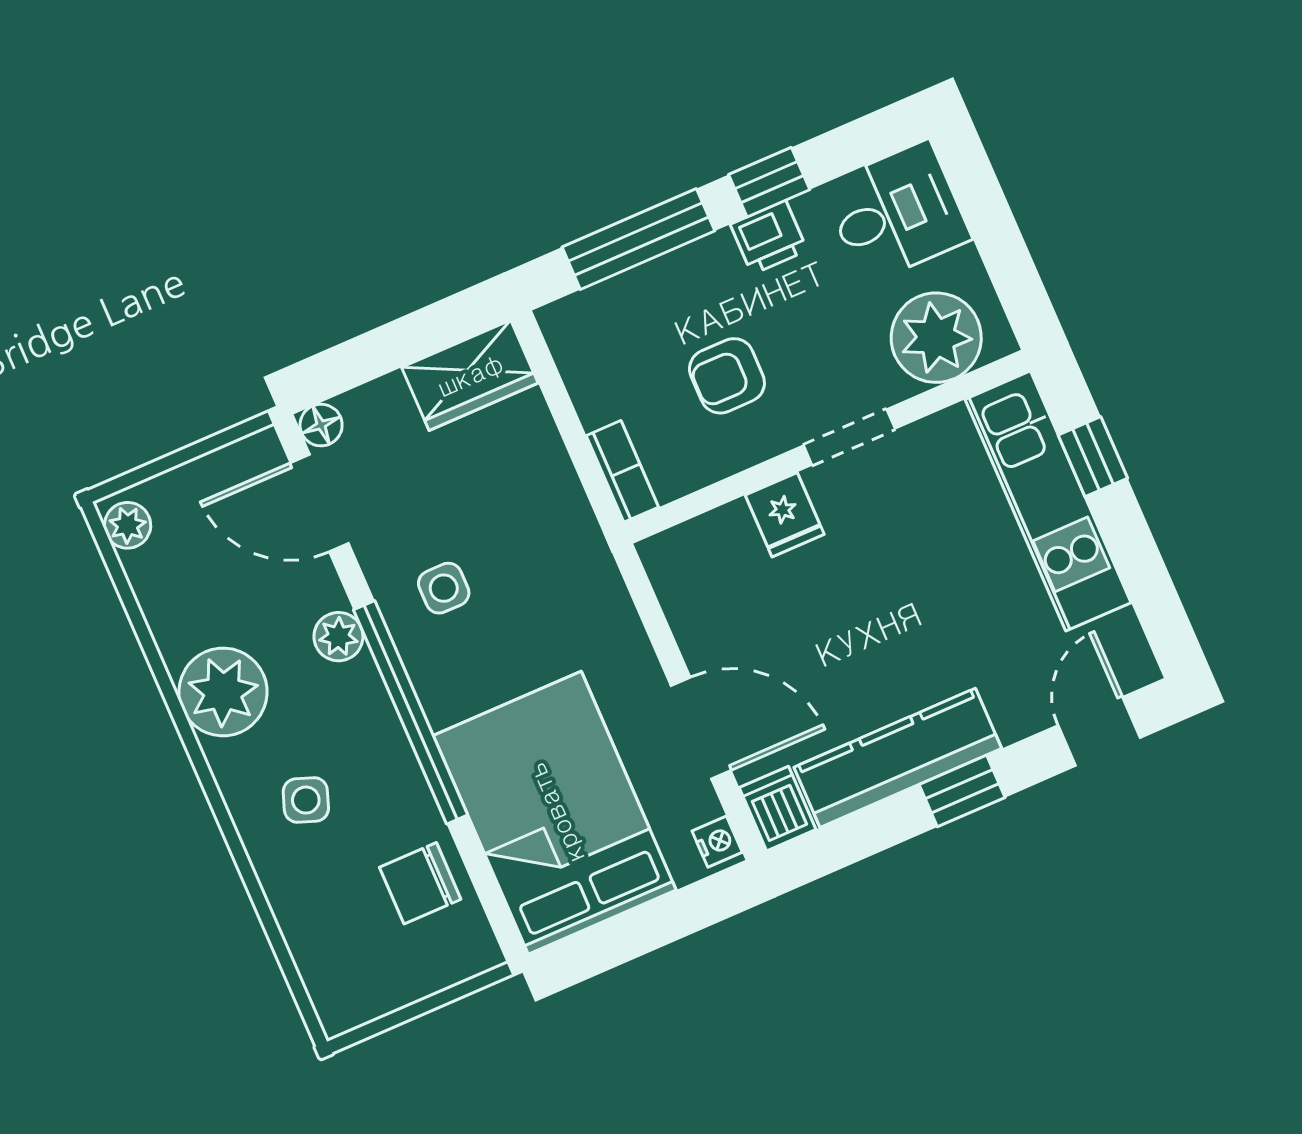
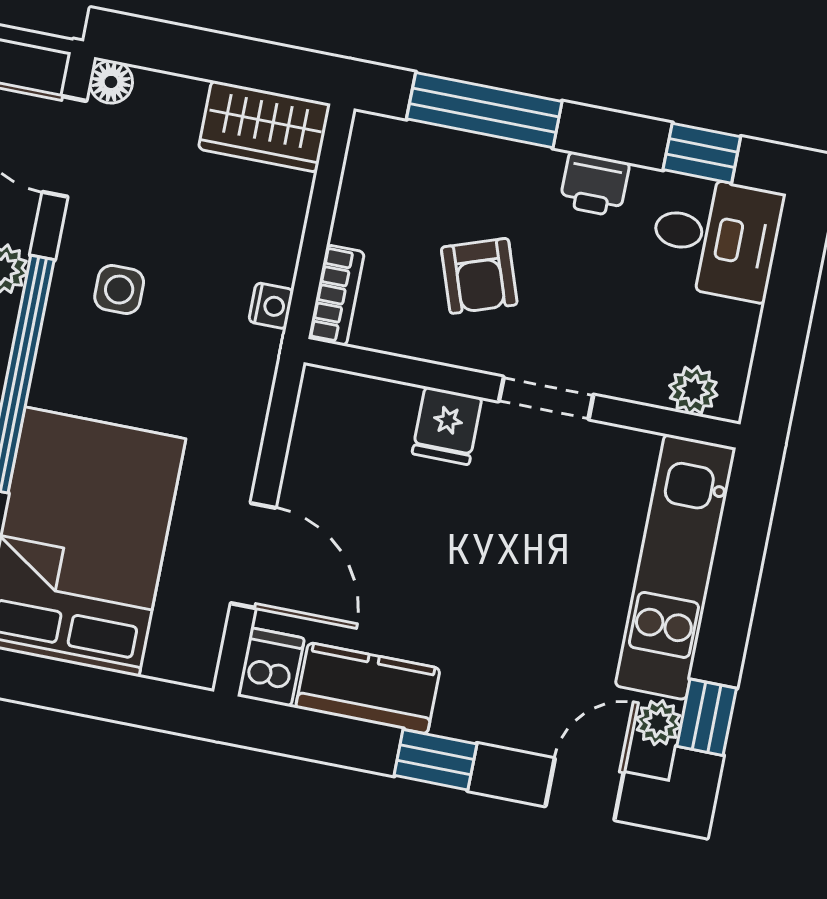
window: (769, 182) -> (702, 153), moved
plant: (936, 338) -> (693, 390), width x0.53, depth x0.53
armchair: (727, 376) -> (479, 276), turned -109
window: (1093, 457) -> (707, 717), moved
plant: (1122, 636) -> (658, 723), added
kitchen counter: (898, 758) -> (368, 688), width x0.67
nightstand: (717, 842) -> (271, 306), moved

